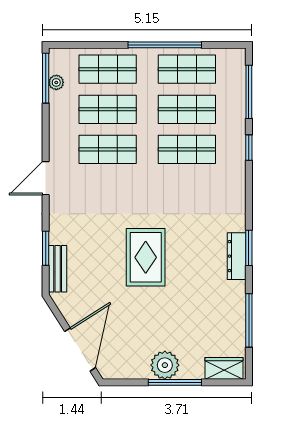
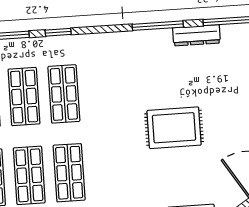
window: (249, 248) -> (158, 26), width x1.44
dresser: (237, 256) -> (196, 35), moved

